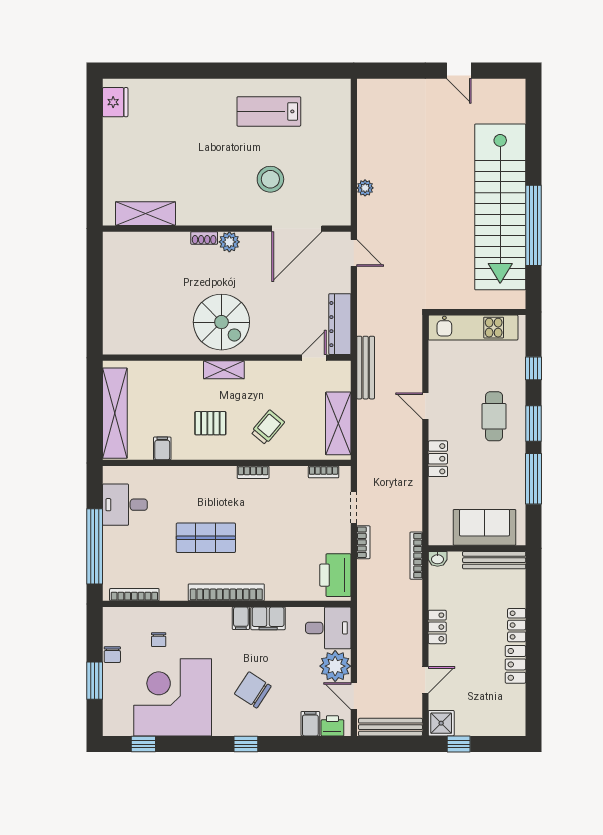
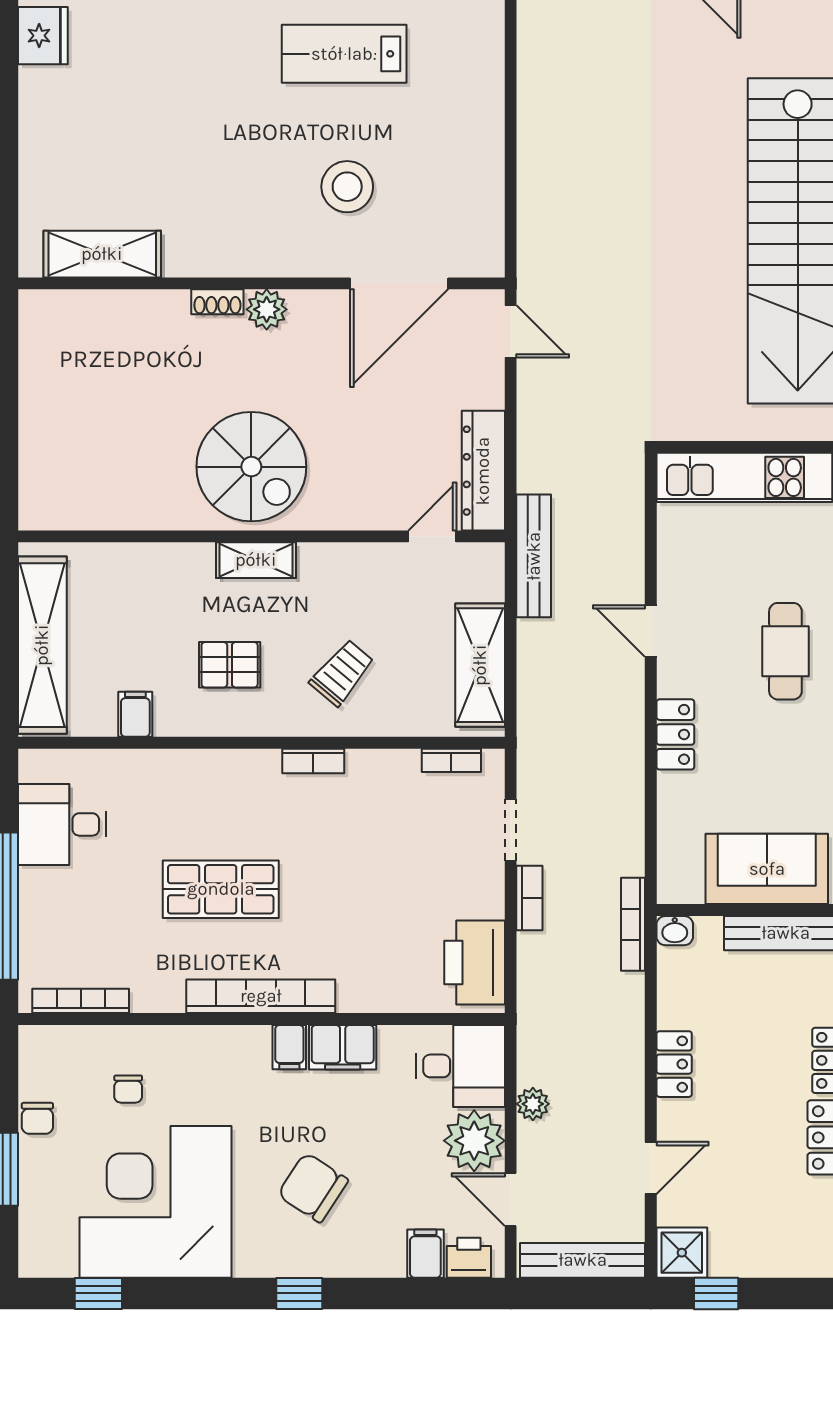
plant: (365, 188) -> (533, 1104), moved

